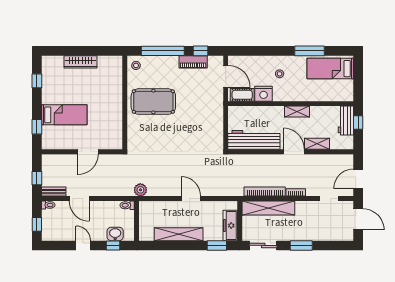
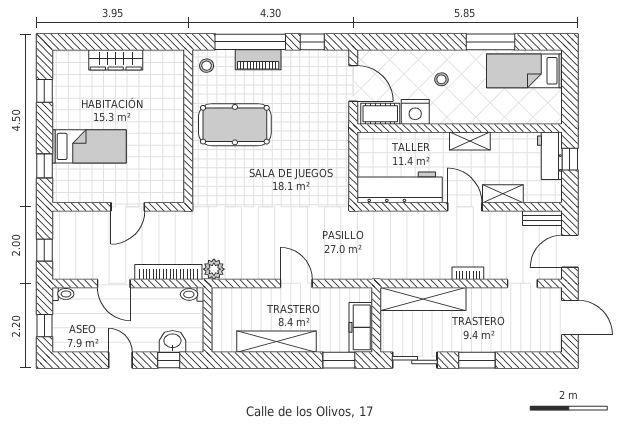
piano: (193, 62) -> (258, 60), moved
bench: (54, 192) -> (542, 218), moved
bookcase: (265, 192) -> (168, 272), moved

